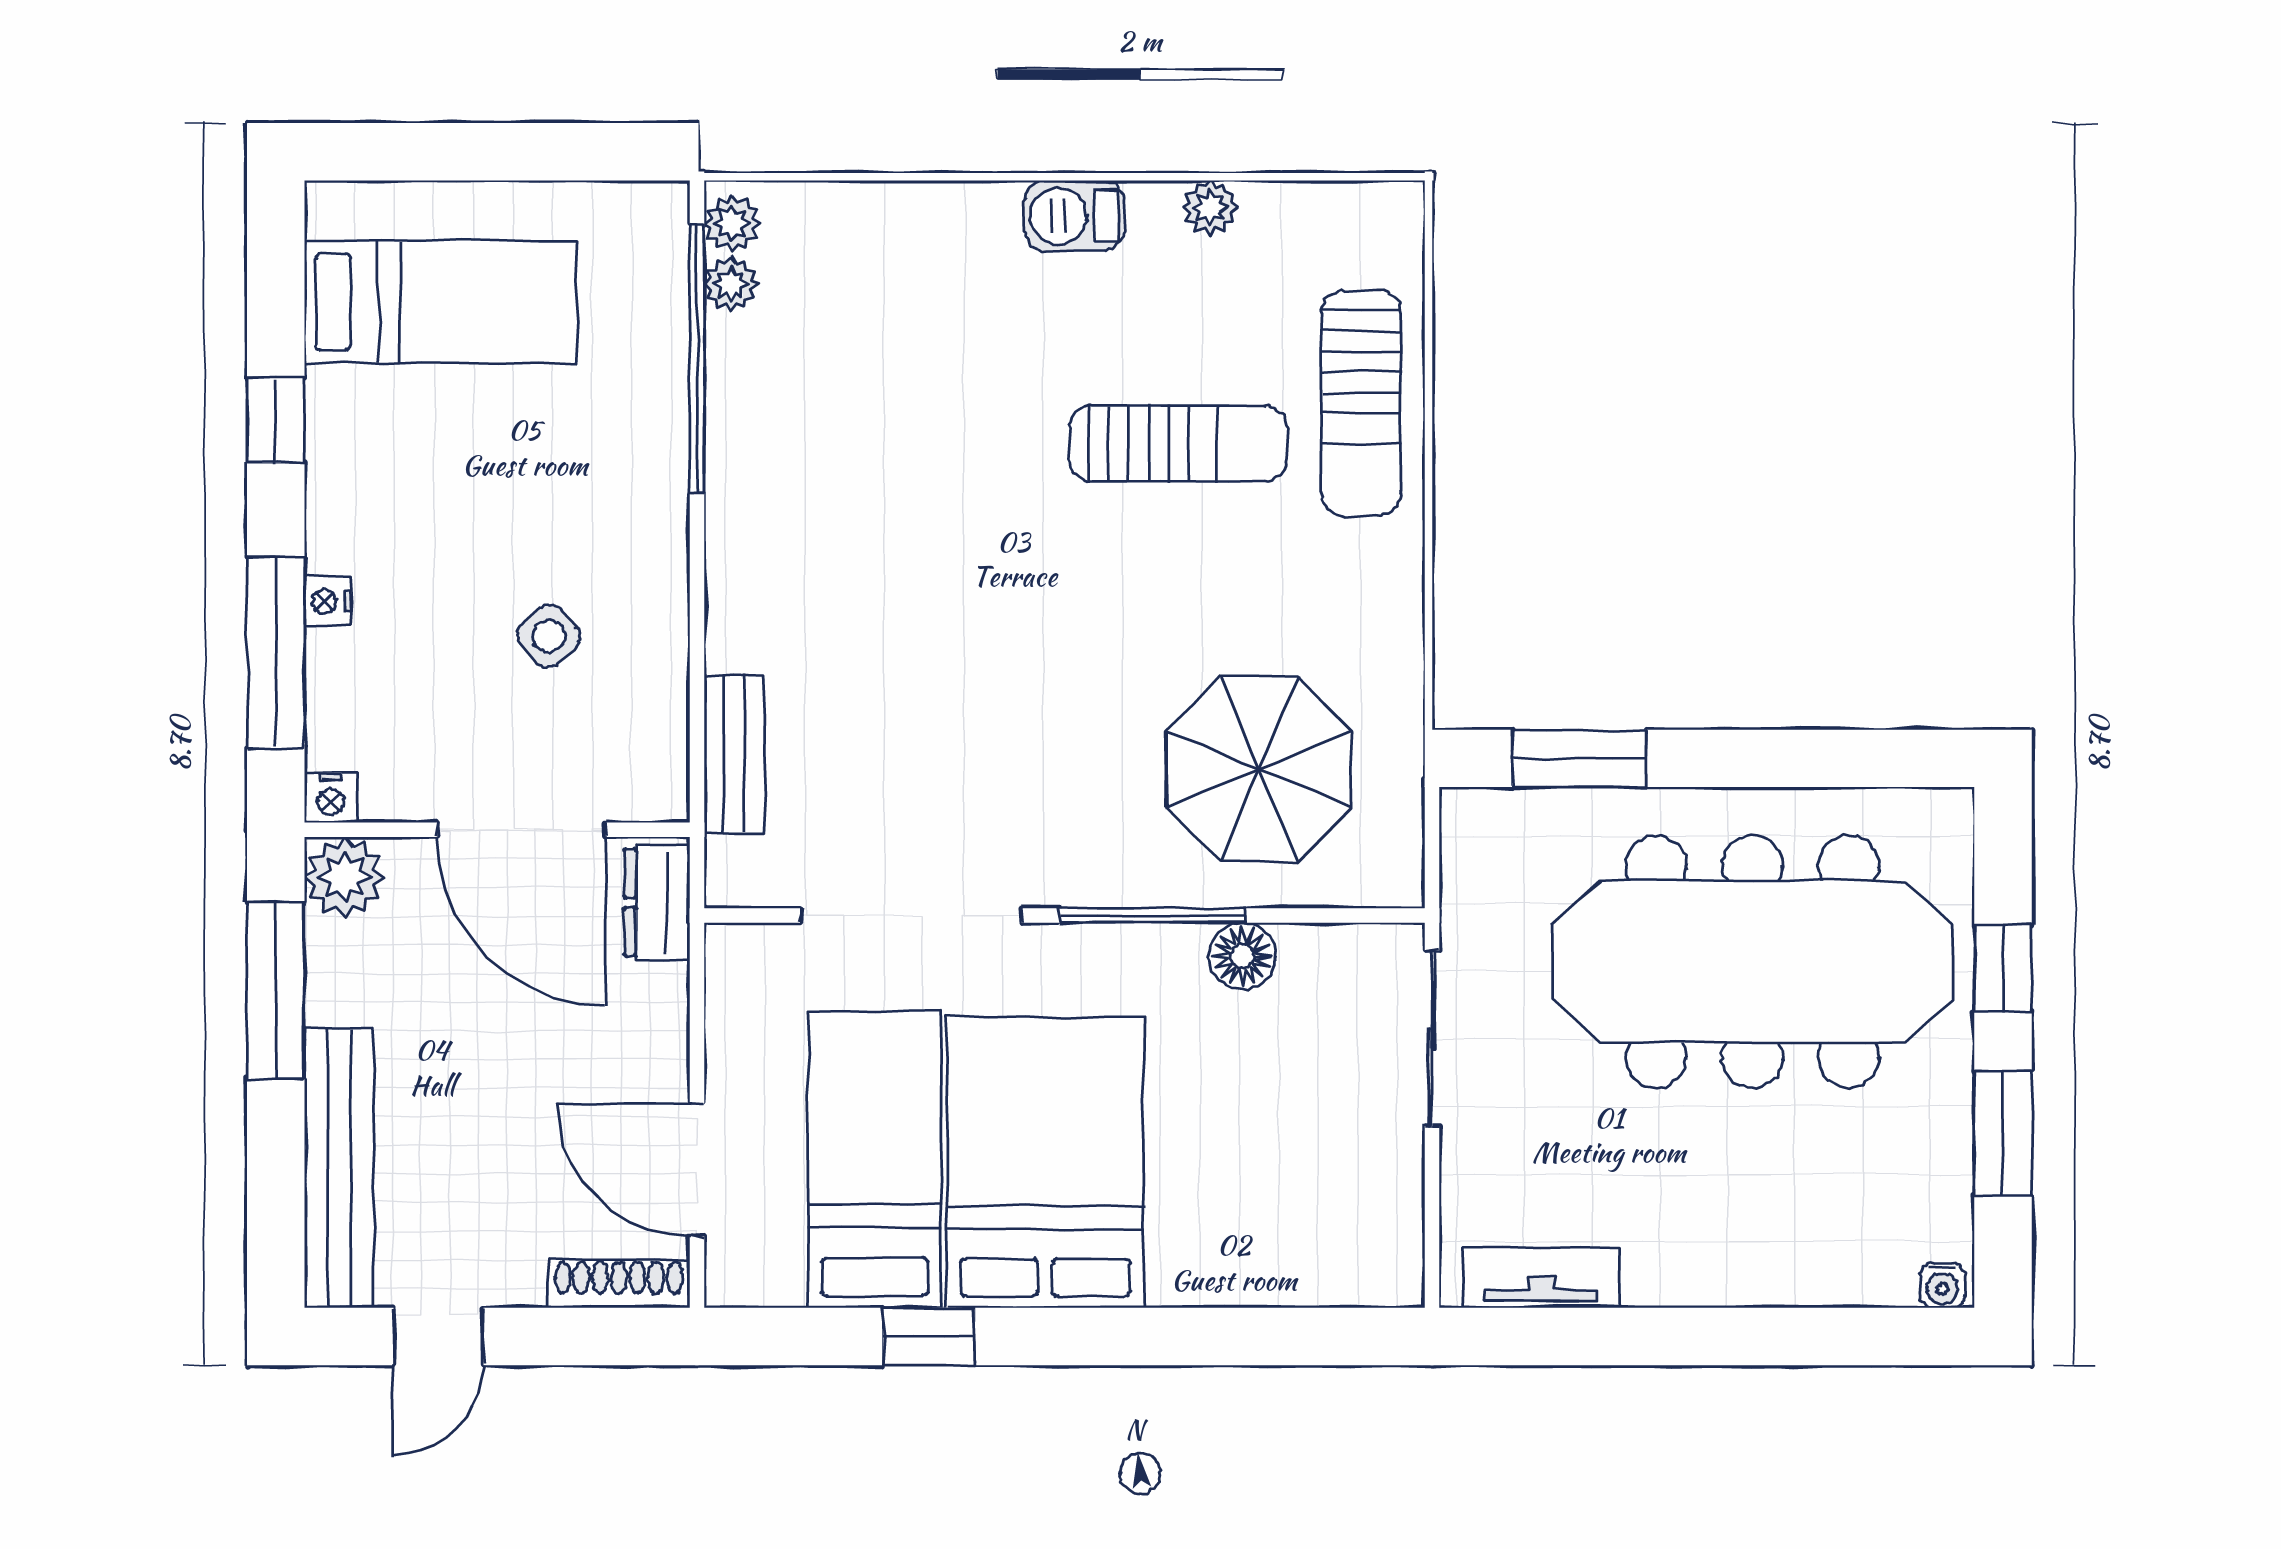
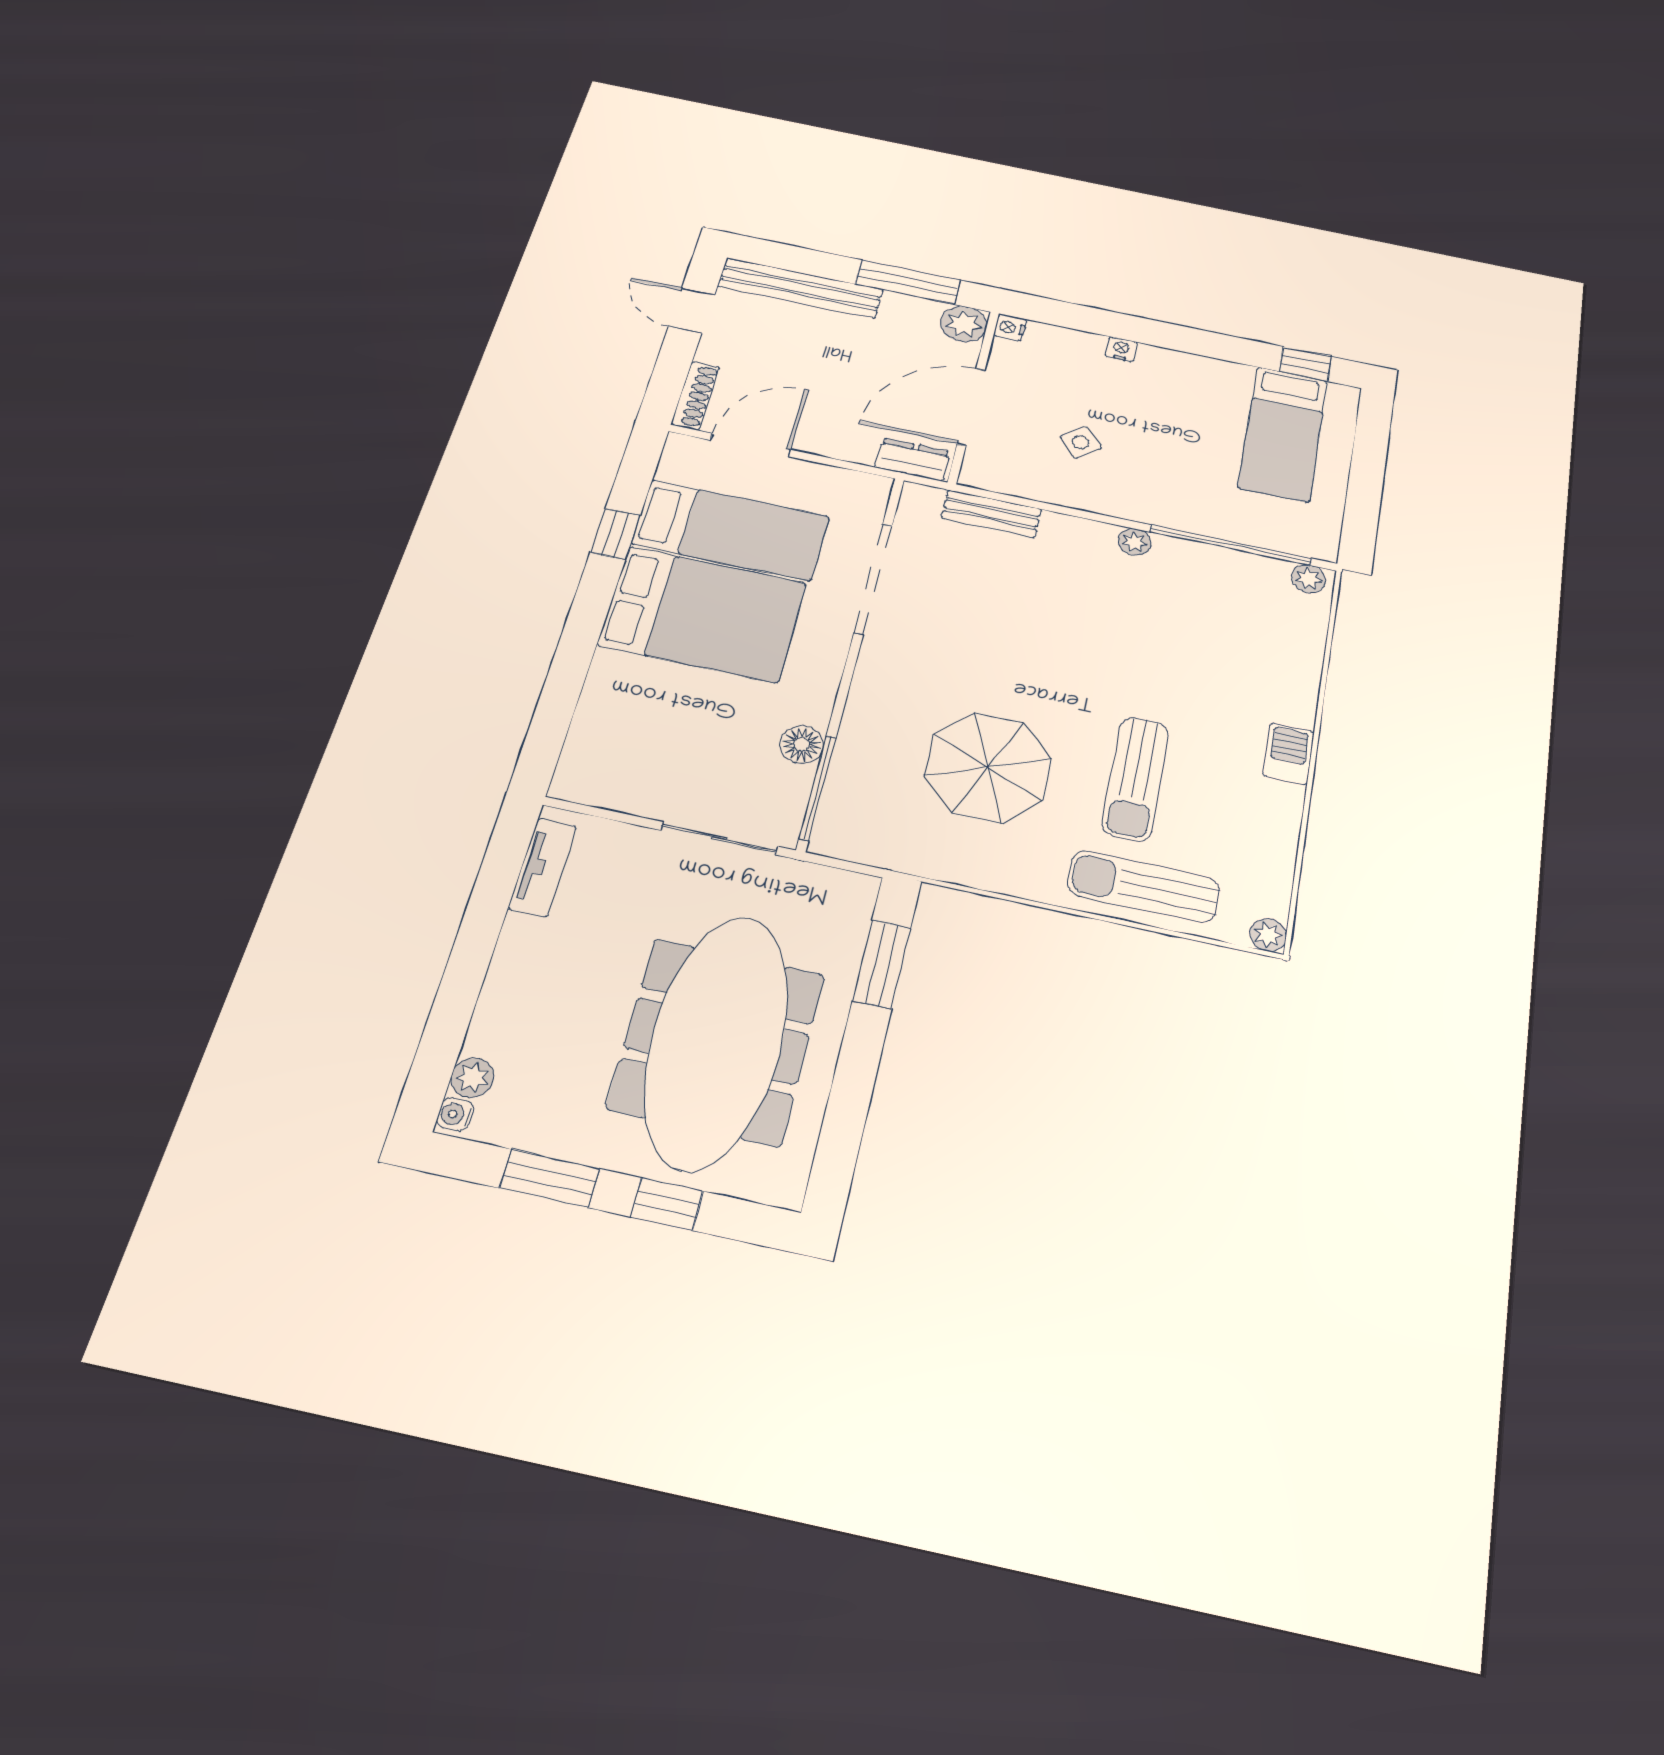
plant: (1210, 208) -> (1268, 935), moved
plant: (731, 284) -> (1135, 542), moved
window: (276, 420) -> (1305, 364), moved
window: (276, 653) -> (1097, 321), removed
parasol: (1259, 769) -> (988, 767), moved
window: (1152, 915) -> (818, 788), moved
plant: (1885, 1279) -> (472, 1078), added

